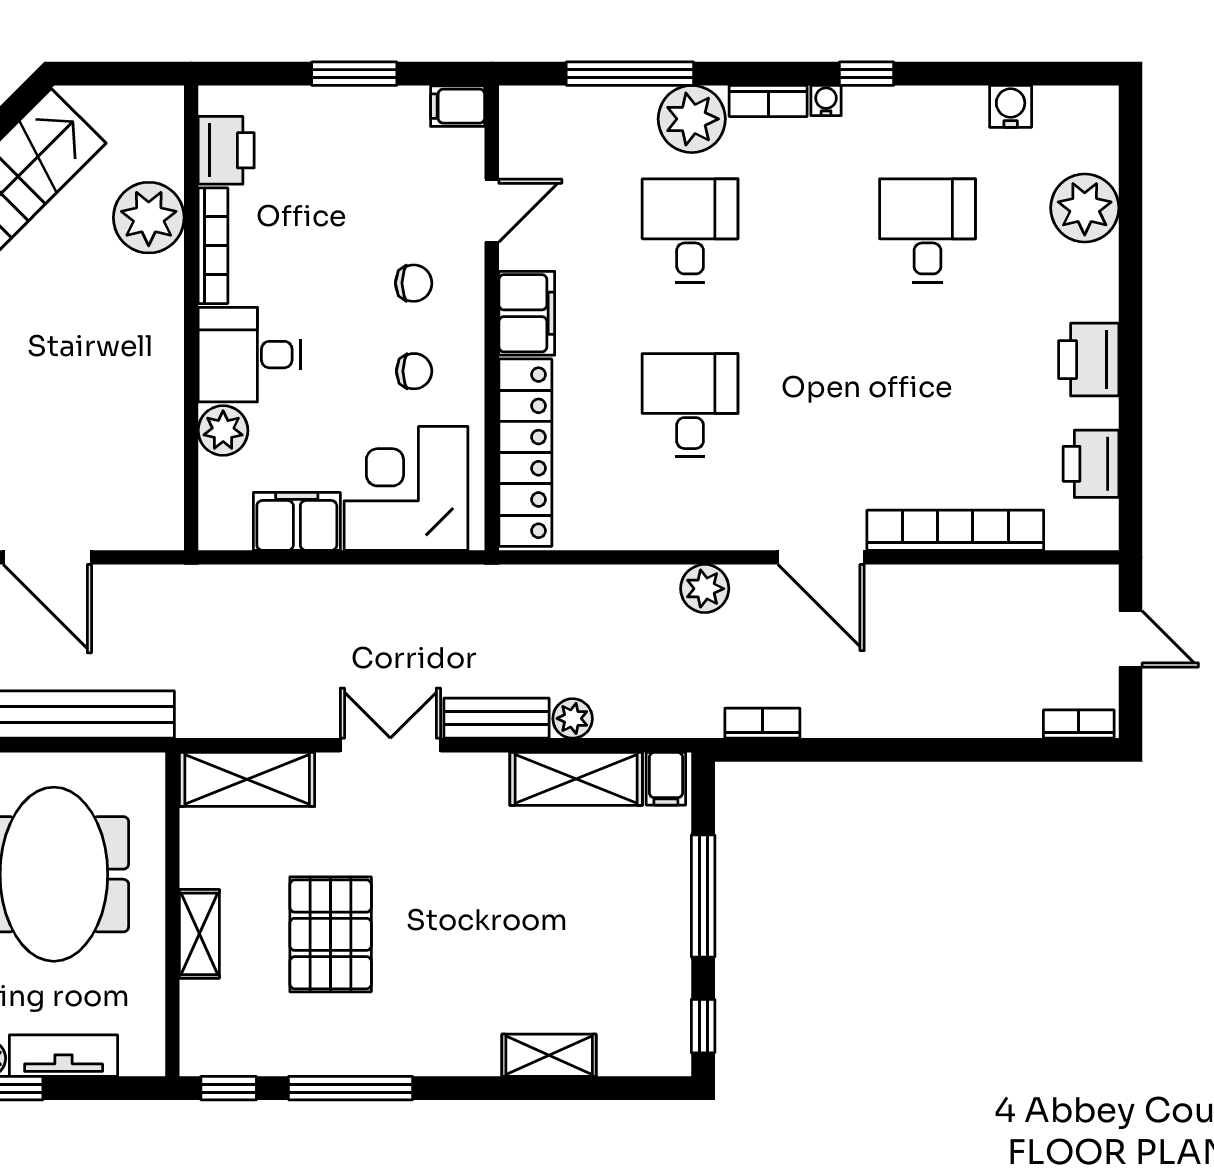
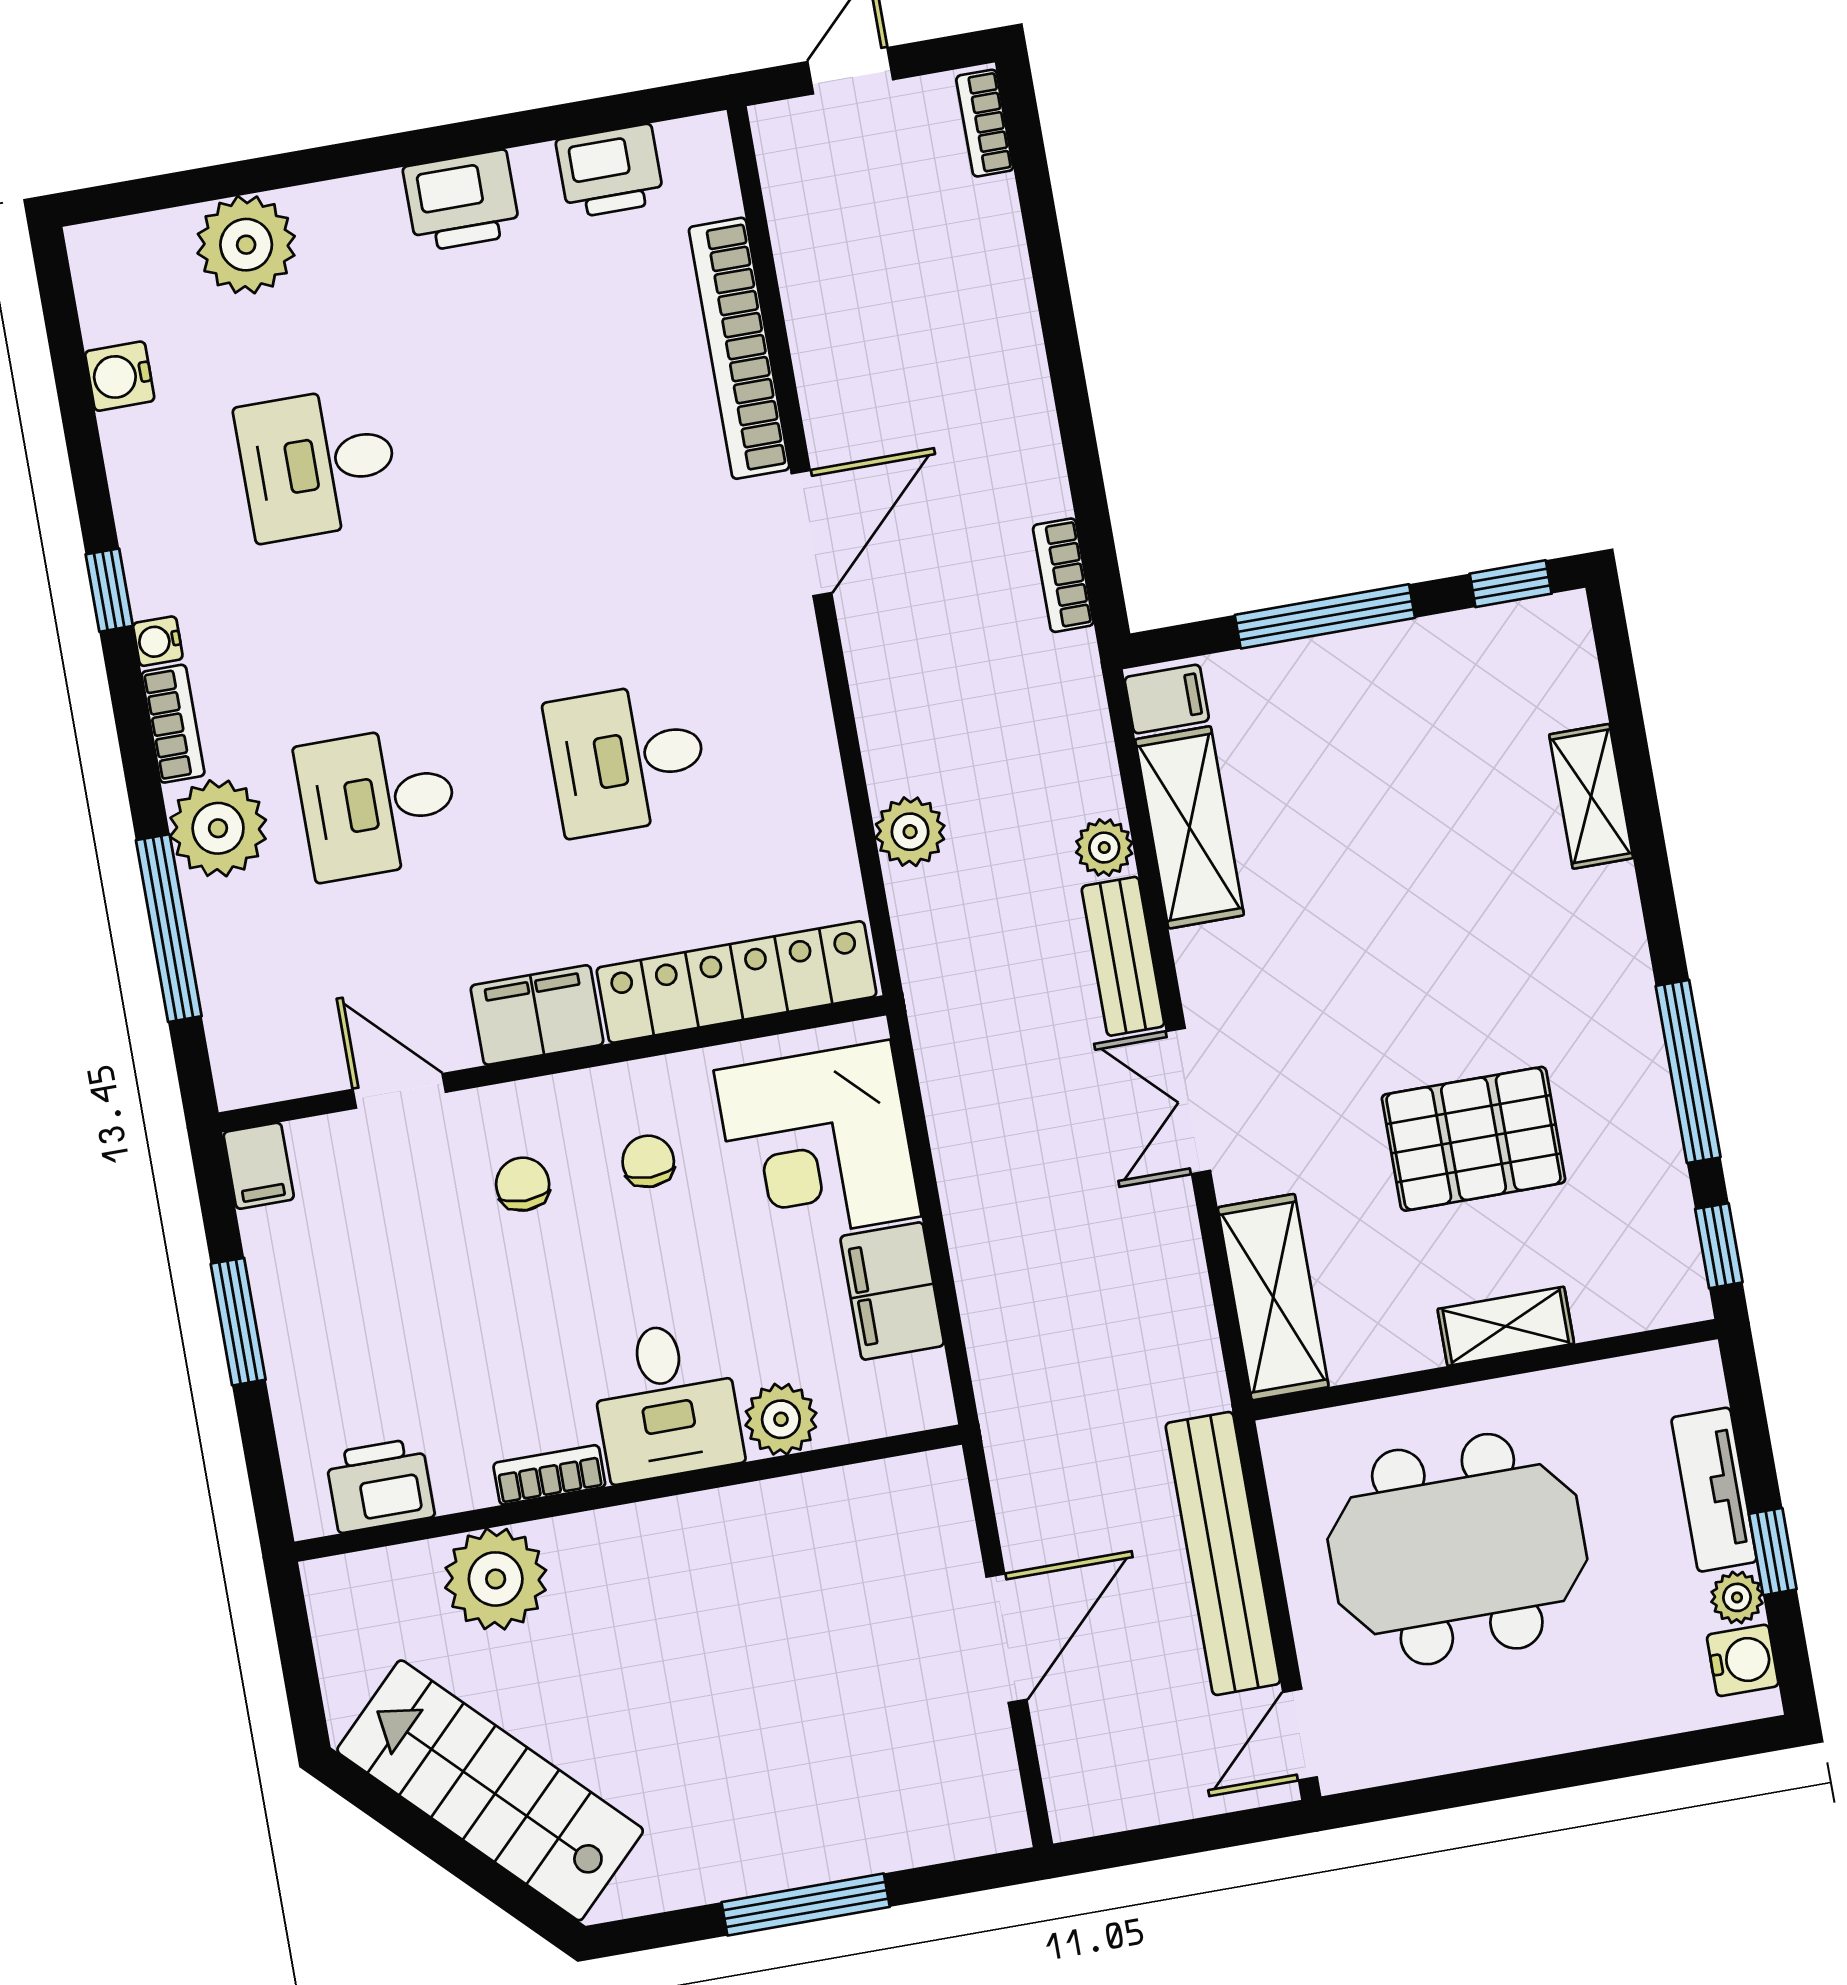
bookcase: (213, 246) -> (549, 1475), width x0.64
plant: (705, 589) -> (910, 832), moved

